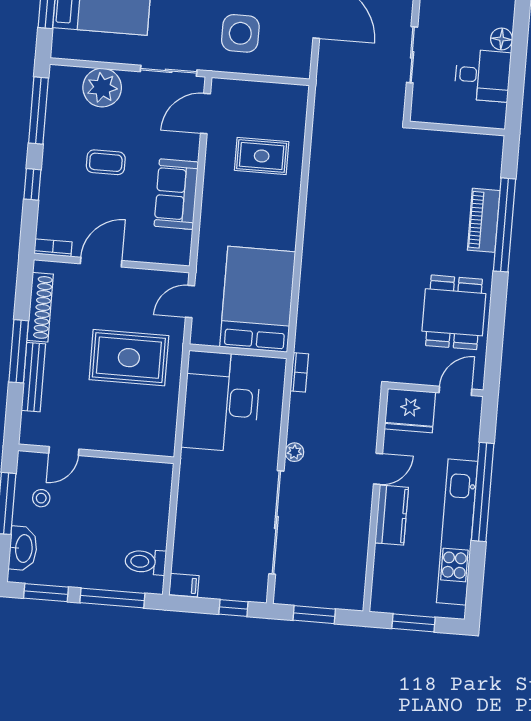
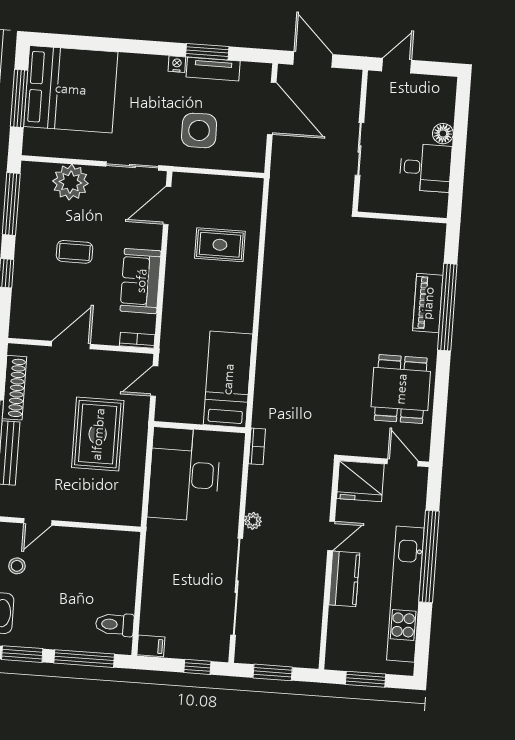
bookcase: (53, 248) -> (137, 340), moved
bed: (258, 299) -> (228, 379), width x0.67
rug: (129, 358) -> (98, 434), turned 90
door: (455, 391) -> (403, 462), hinge flipped

